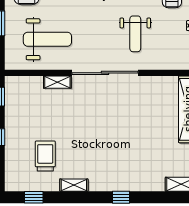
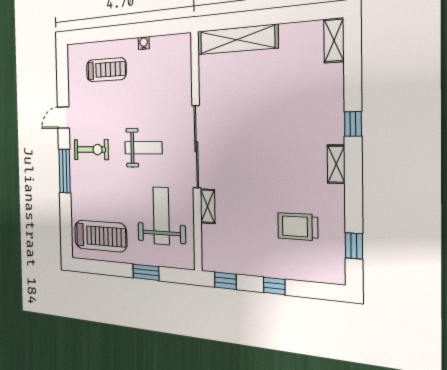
weight bench: (135, 34) -> (143, 148), moved
shelving: (74, 185) -> (336, 164), moved

